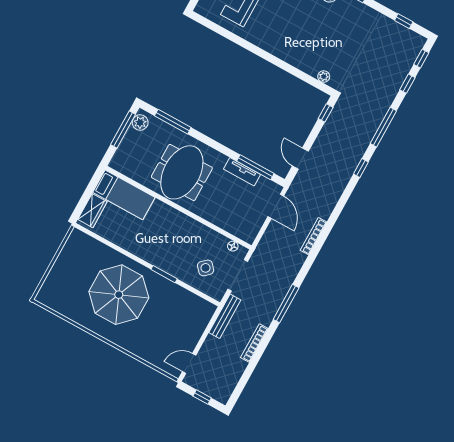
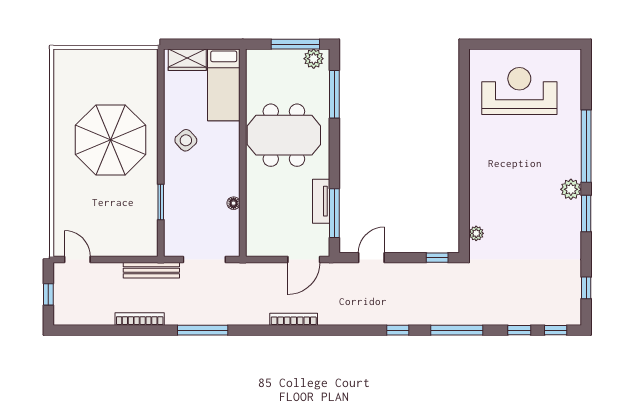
floor lamp: (233, 246) -> (234, 203), moved
side table: (206, 268) -> (186, 140), moved
window: (164, 274) -> (161, 202), moved

